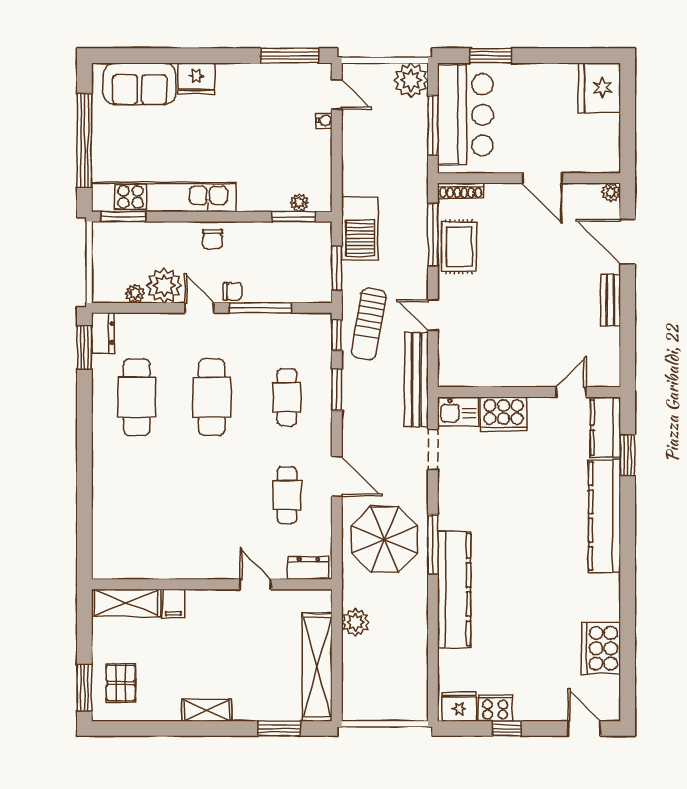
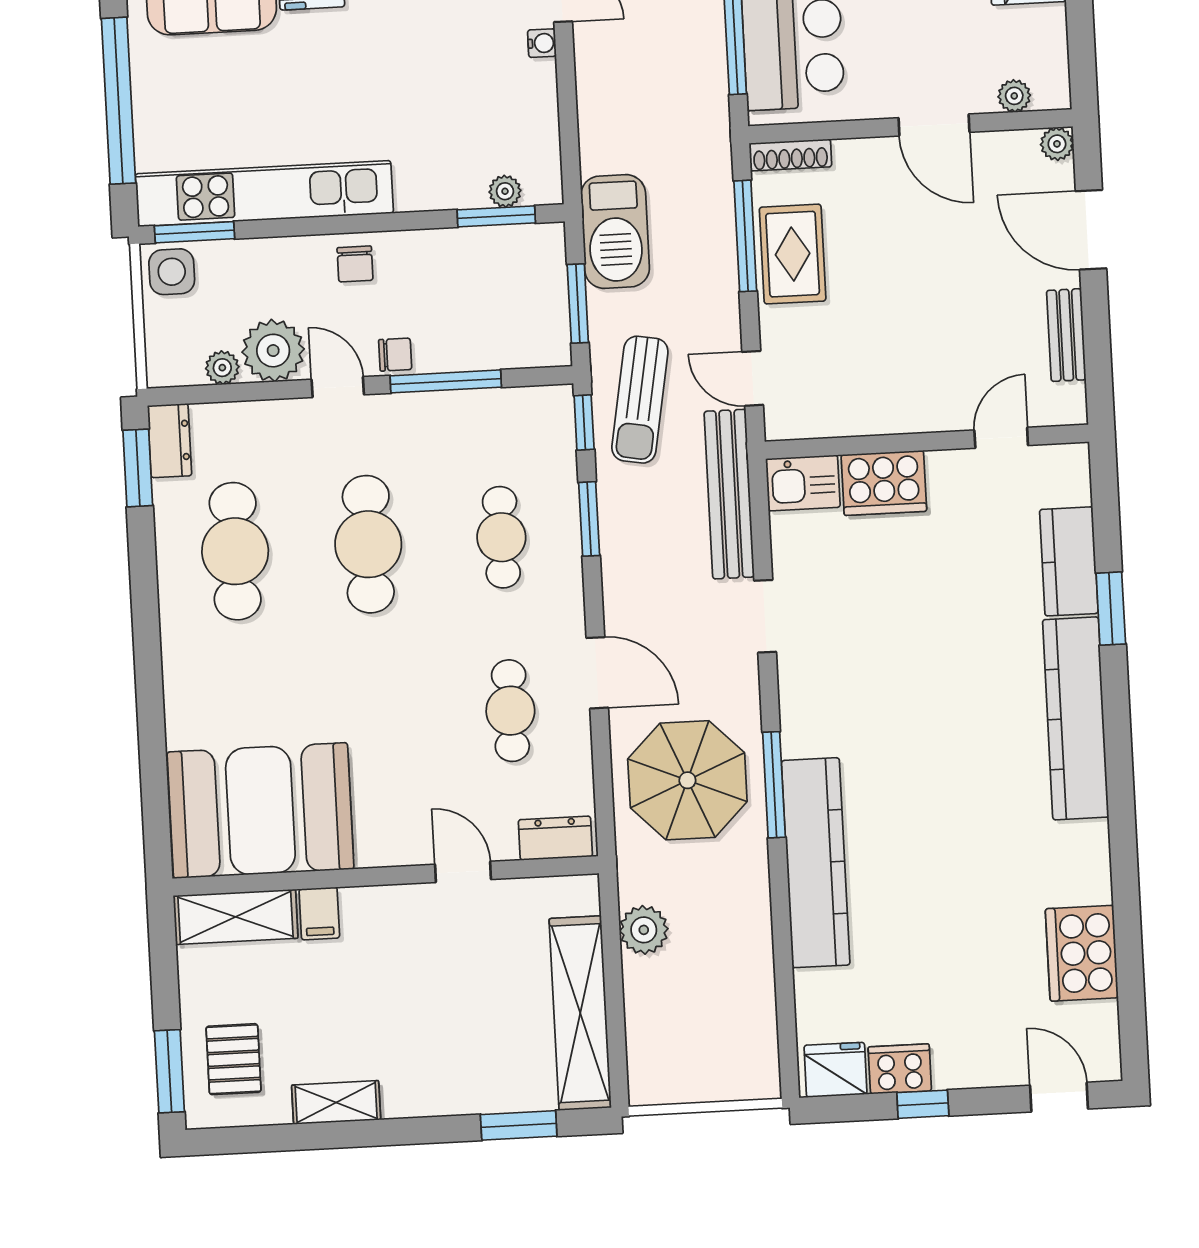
plant: (588, 164) -> (1014, 96), added
side table: (109, 238) -> (172, 272), added
wall: (529, 392) -> (927, 442), moved
door: (571, 392) -> (1001, 438), moved
kitchen sink: (458, 412) -> (803, 483), moved
cooker: (504, 414) -> (884, 483), moved
booth: (143, 544) -> (260, 811), added
shelving: (207, 710) -> (336, 1102), moved

